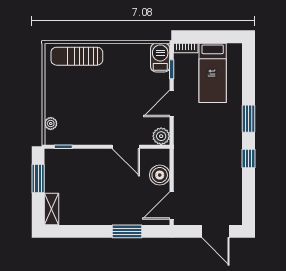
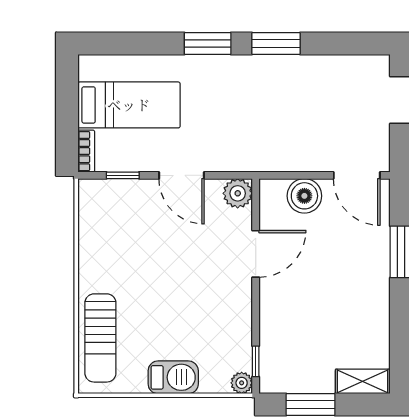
barbecue: (160, 58) -> (173, 377), moved, turned 180
plant: (51, 123) -> (242, 383), moved
window: (248, 158) -> (276, 43), width x1.50

